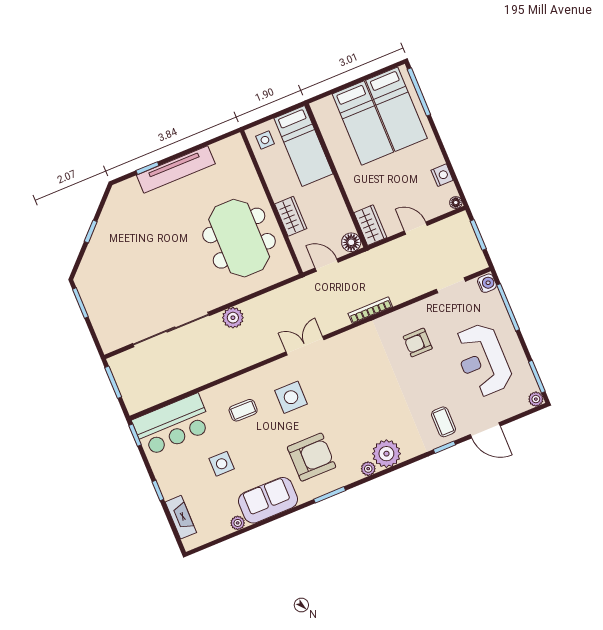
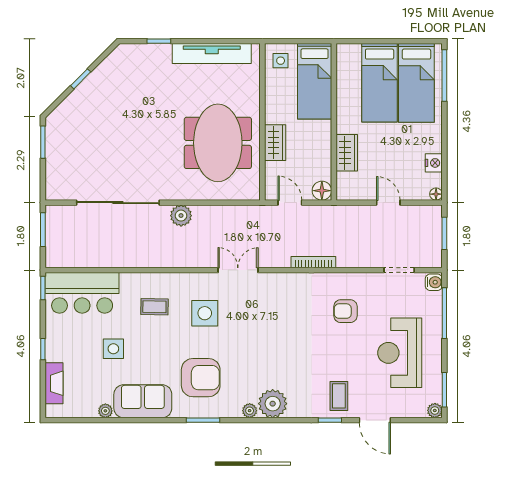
tv unit: (176, 169) -> (212, 54), moved
wardrobe: (370, 225) -> (347, 153), moved

